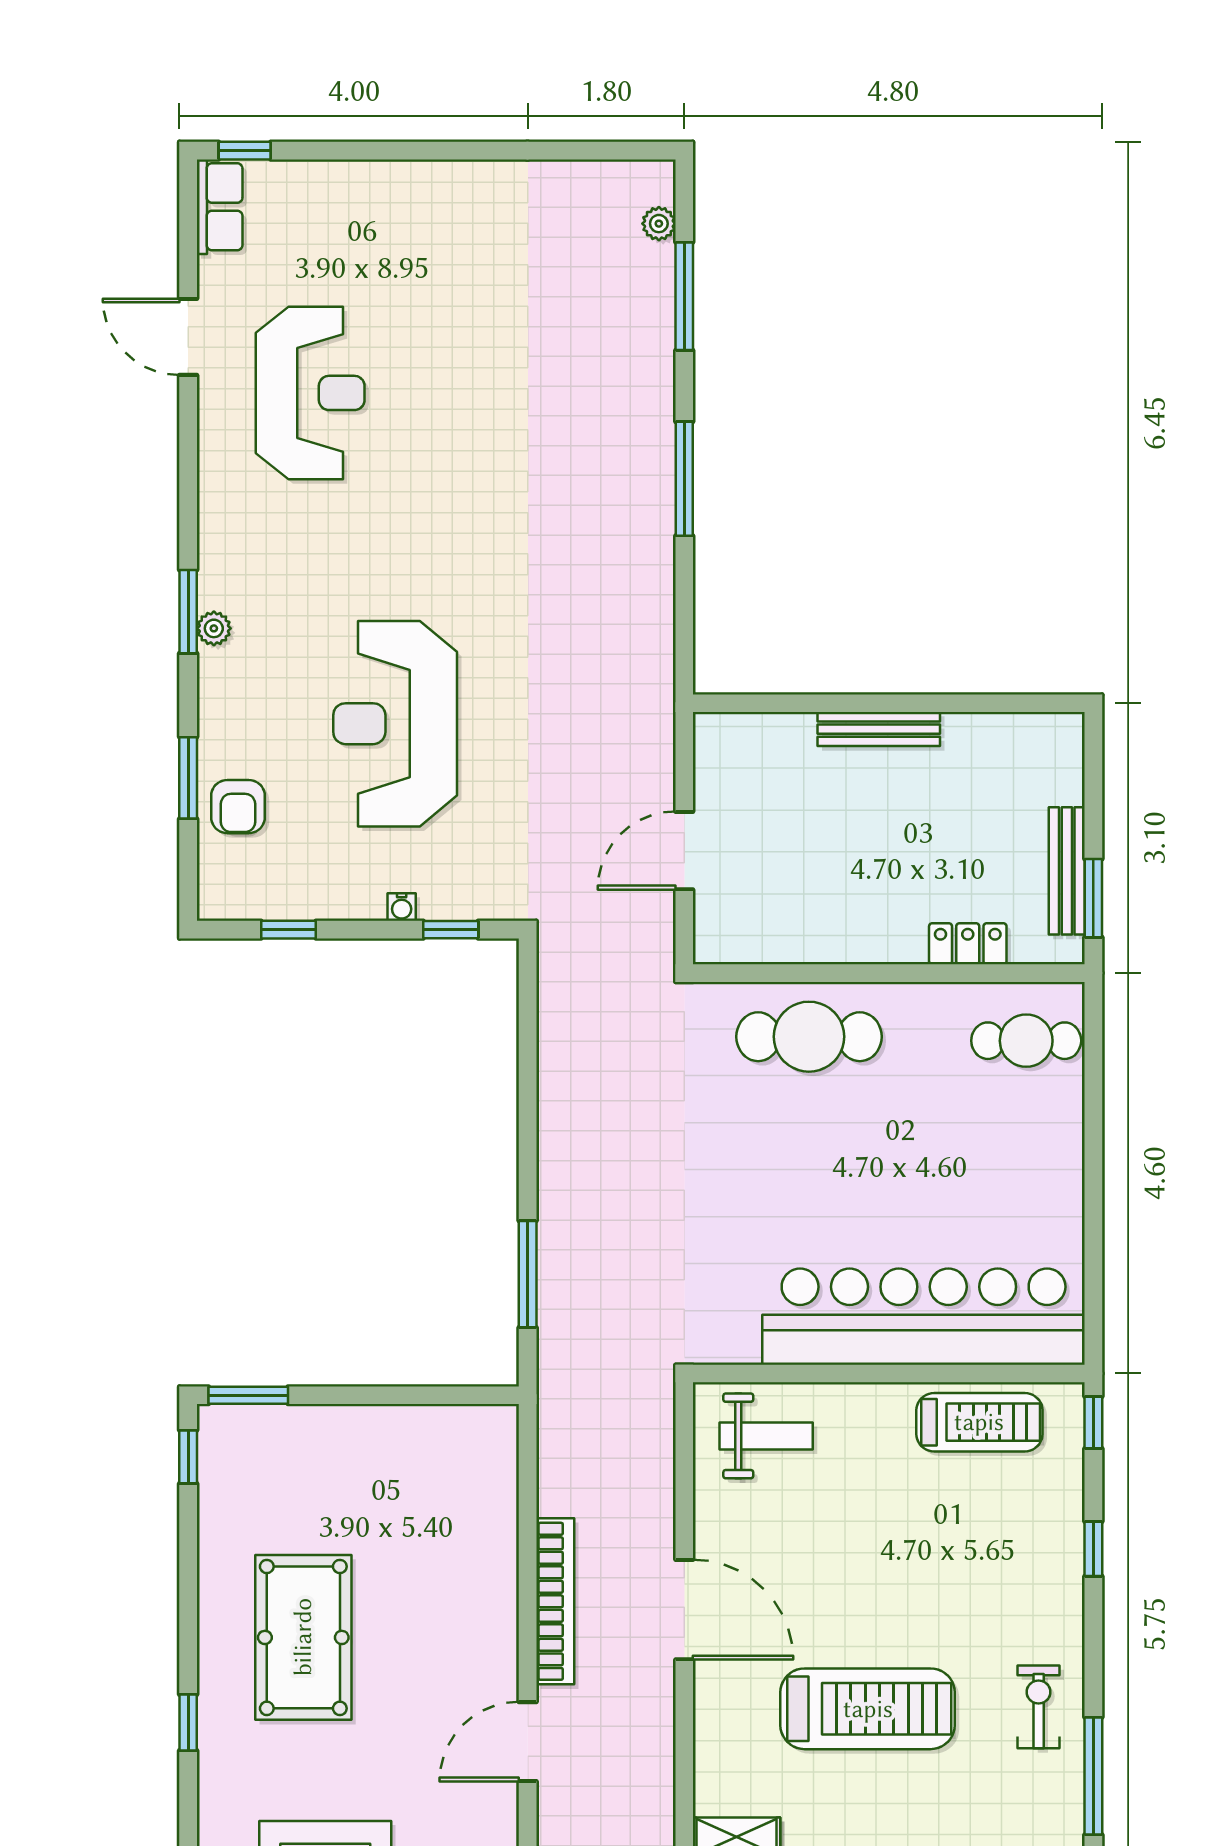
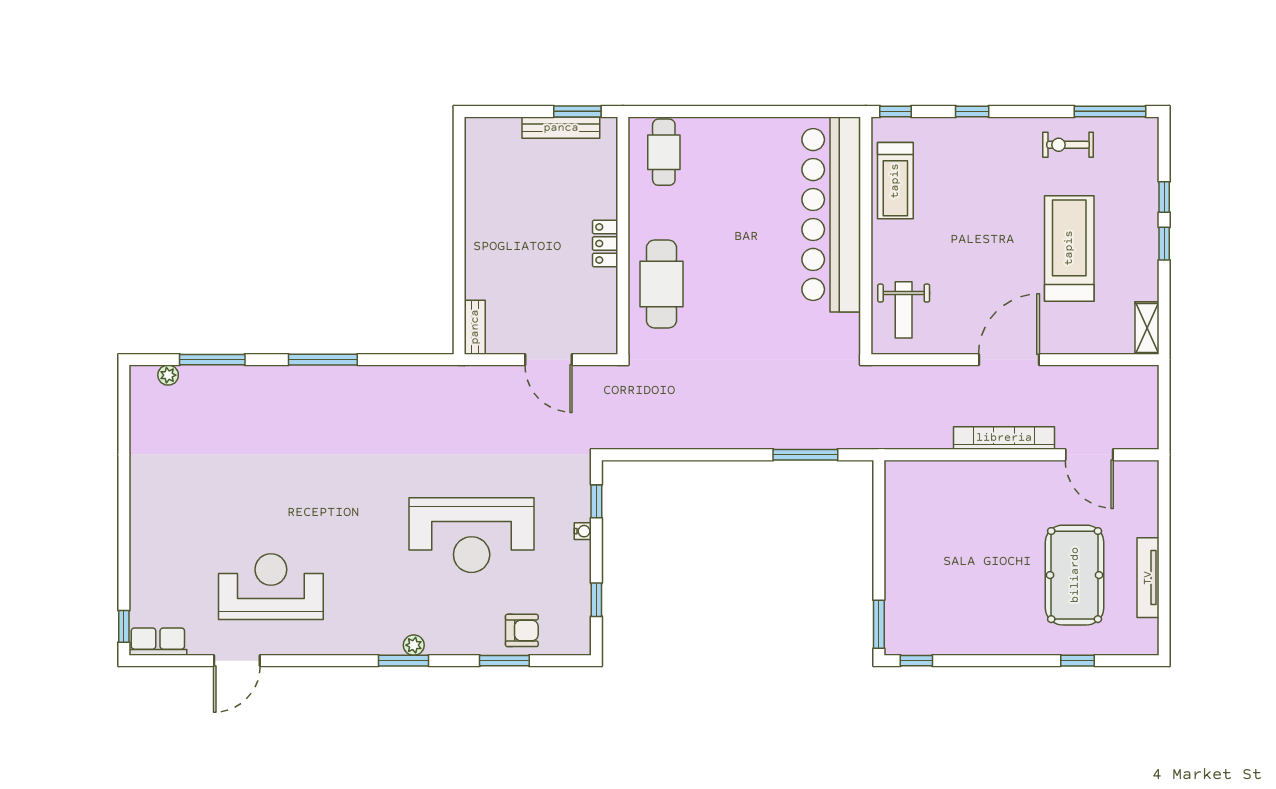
bench: (879, 729) -> (475, 327), moved, width x0.73
locker: (968, 944) -> (605, 243), moved
treadmill: (979, 1422) -> (895, 181), turned 180
weight bench: (766, 1436) -> (904, 310), turned 180
pool table: (303, 1637) -> (1075, 575), moved, turned 90

